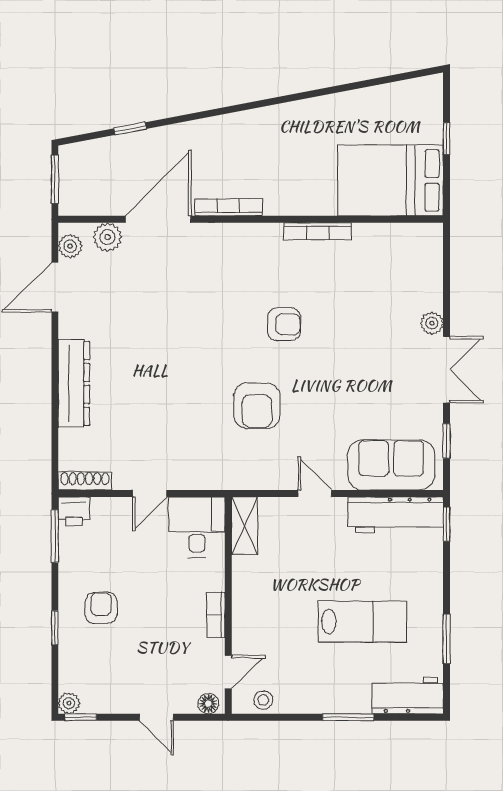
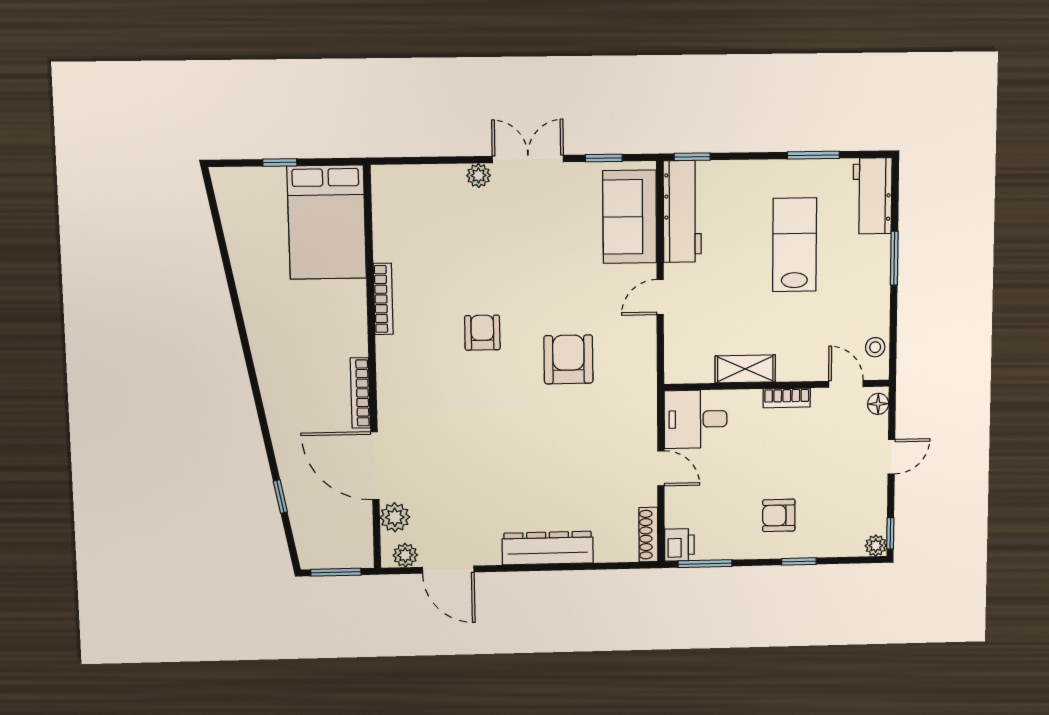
armchair: (257, 406) -> (568, 359), turned -90
shelving: (245, 526) -> (745, 369), moved

